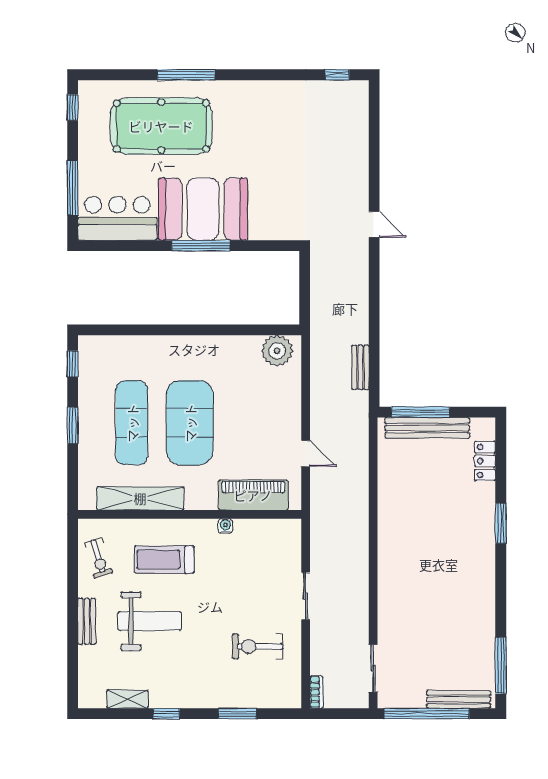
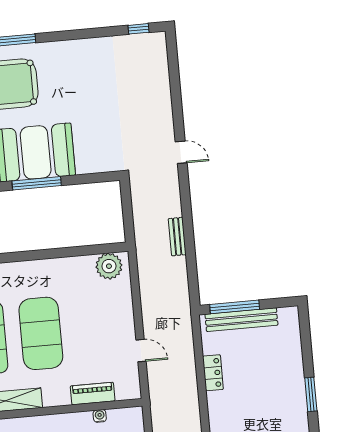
bench: (360, 367) -> (177, 237), moved
locker: (485, 461) -> (213, 373), moved, turned 180
piano: (253, 495) -> (93, 393), width x0.73, depth x0.75
water cooler: (225, 526) -> (100, 416), moved

